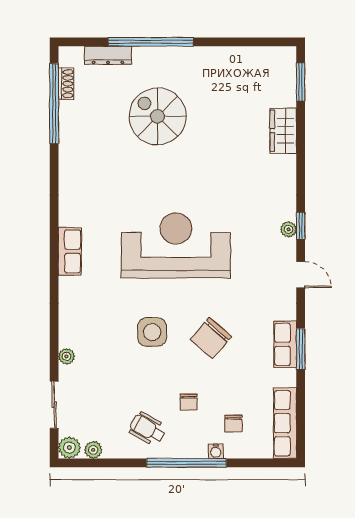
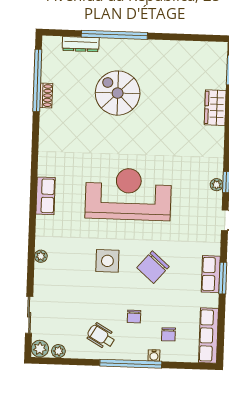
shoe rack: (66, 84) -> (46, 96), moved
plant: (66, 356) -> (41, 256), moved

